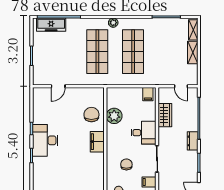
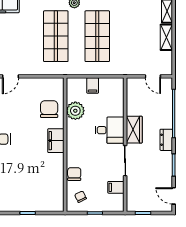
filing cabinet: (148, 94) -> (93, 85), moved
wardrobe: (165, 115) -> (134, 130), moved
chair: (126, 164) -> (74, 174), moved

